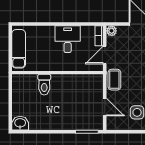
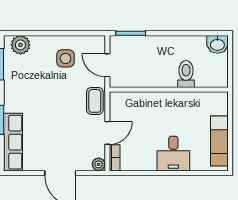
desk: (68, 39) -> (173, 154), moved
wall: (58, 73) -> (169, 90), moved
toilet: (44, 85) -> (186, 74), moved

